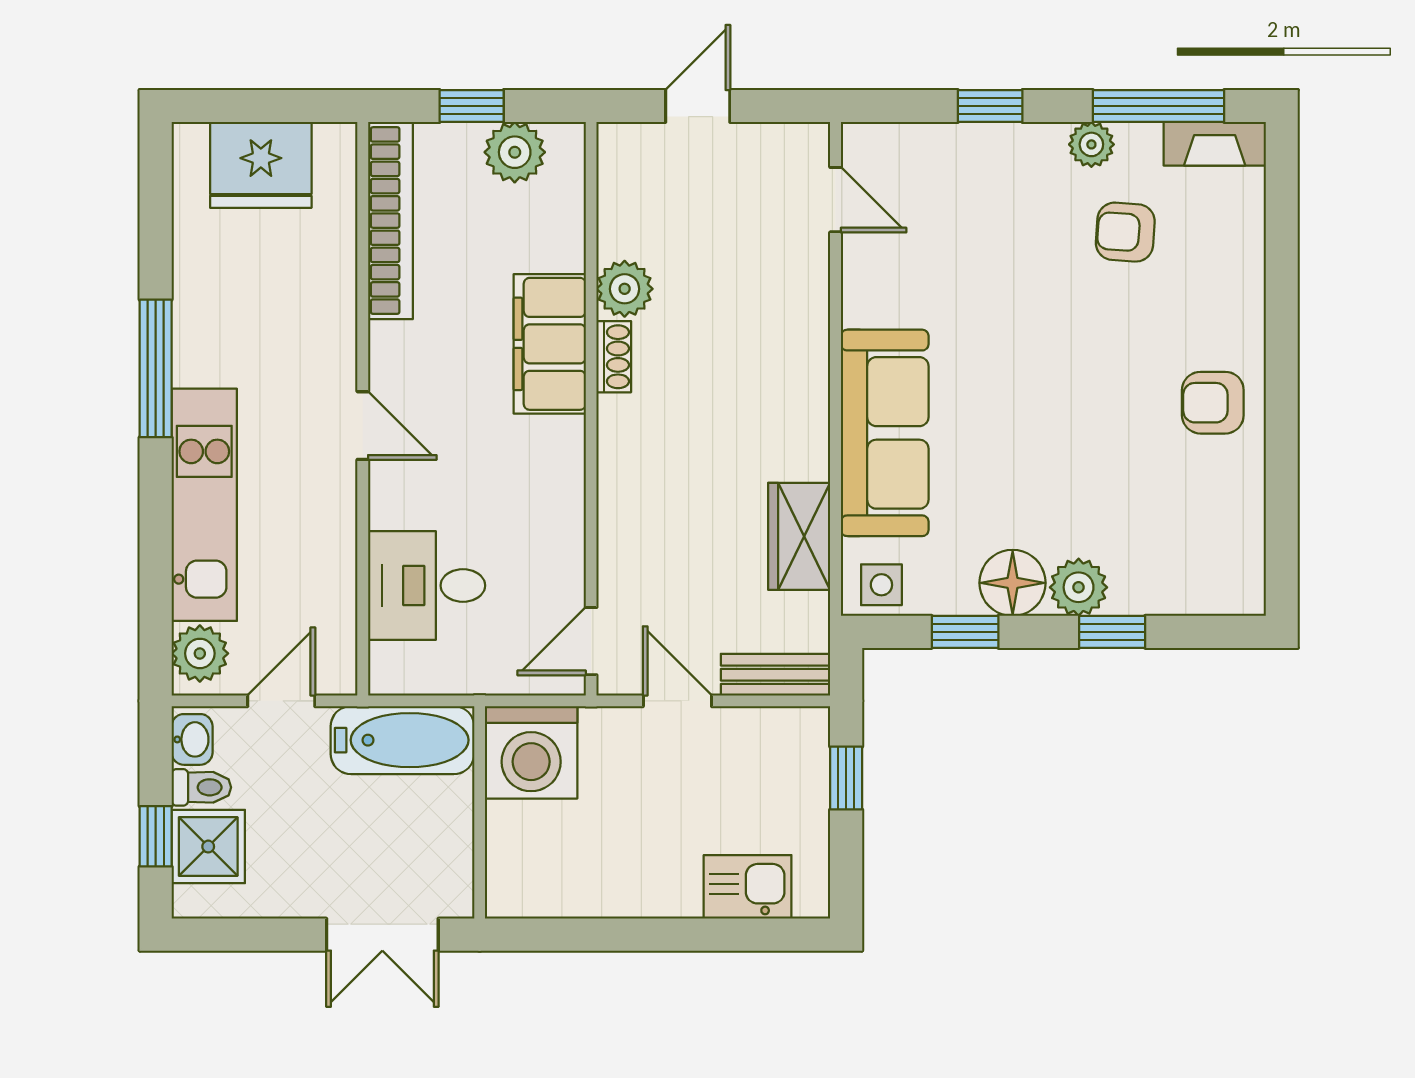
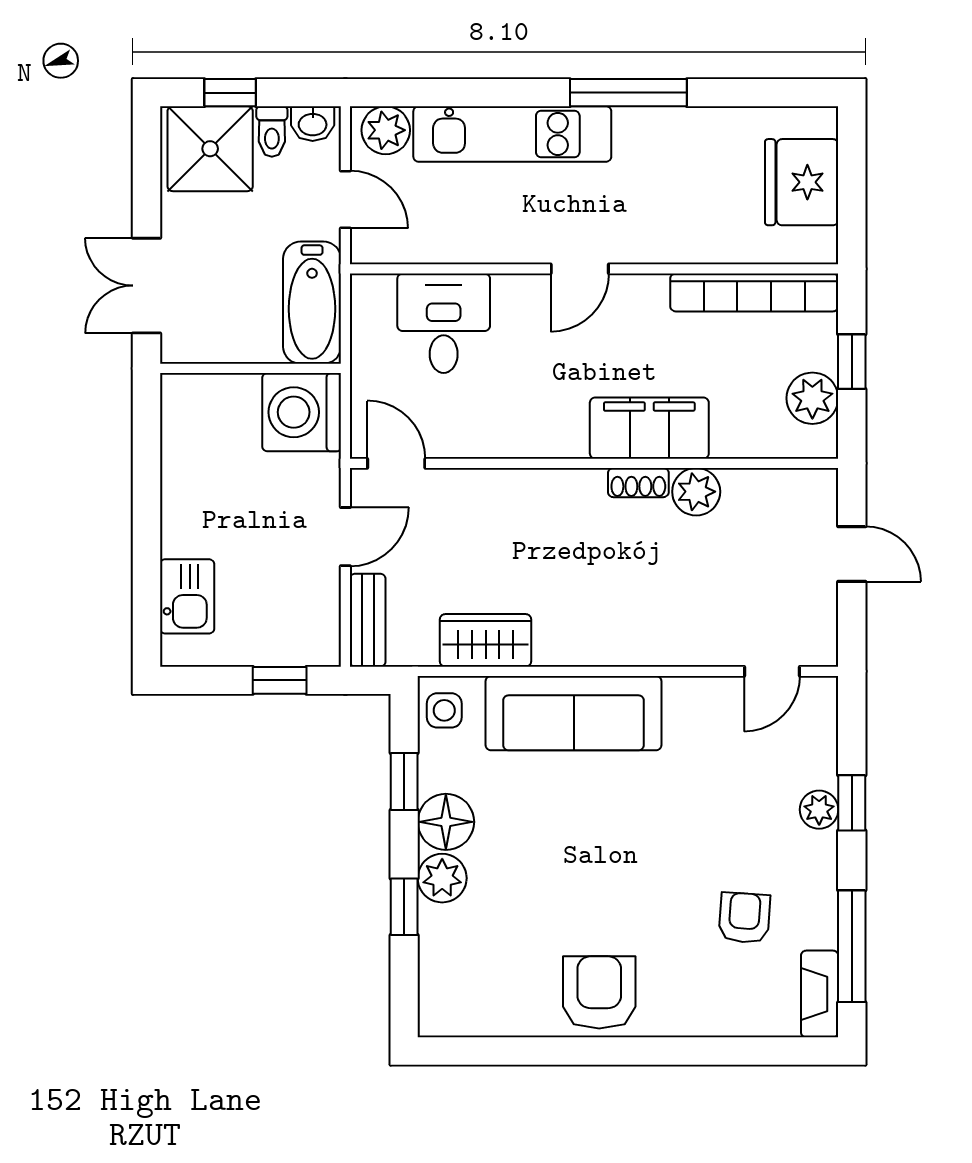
plant: (1091, 144) -> (819, 810), moved
armchair: (1213, 403) -> (599, 992), width x1.38, depth x1.38
shower: (208, 847) -> (210, 149), width x1.36, depth x1.36

